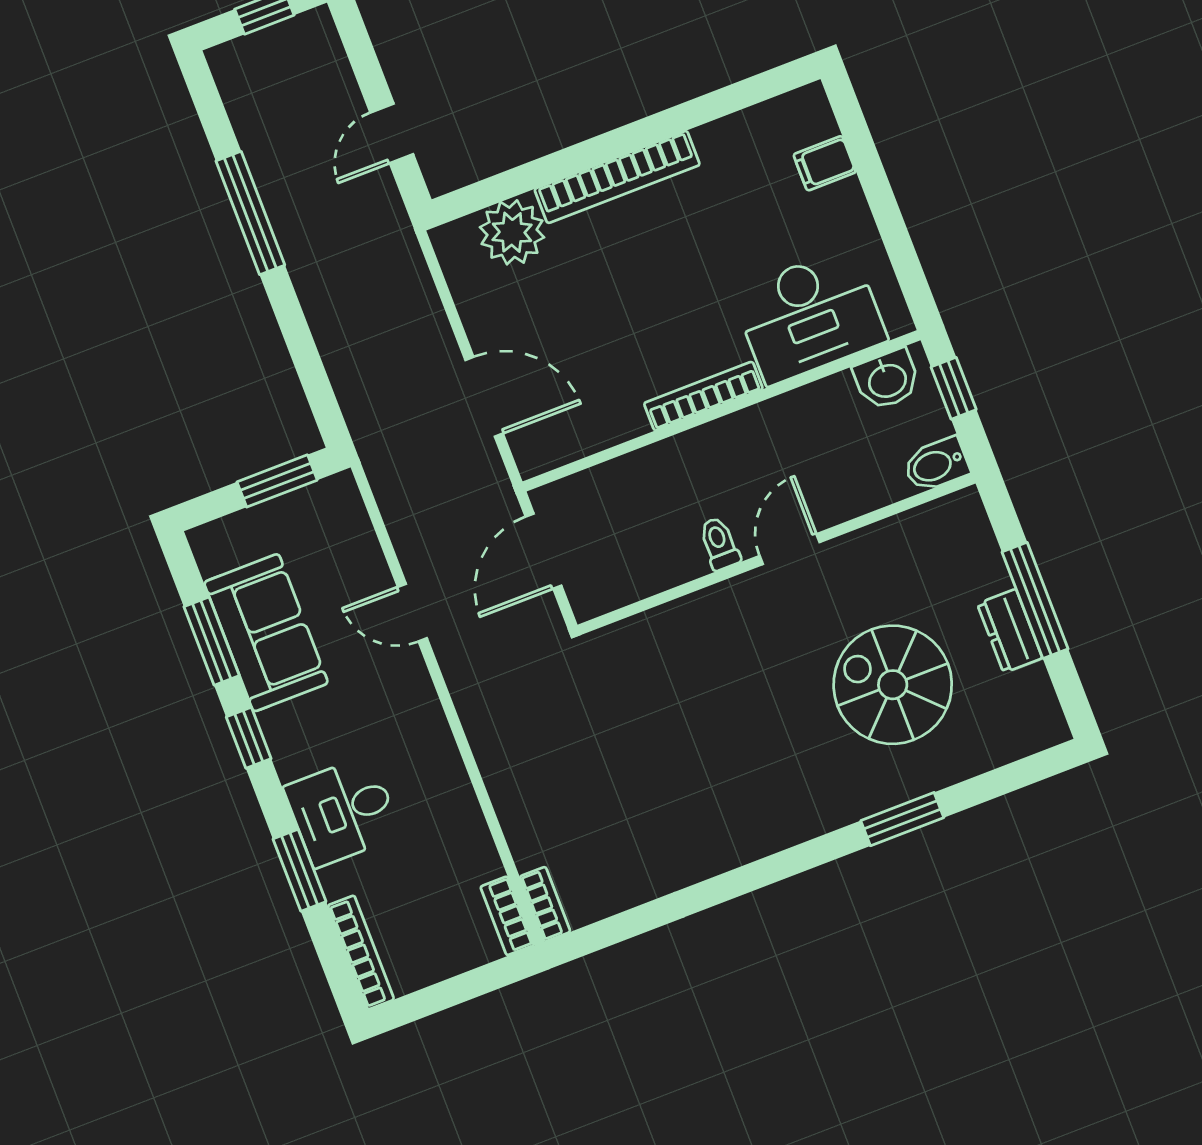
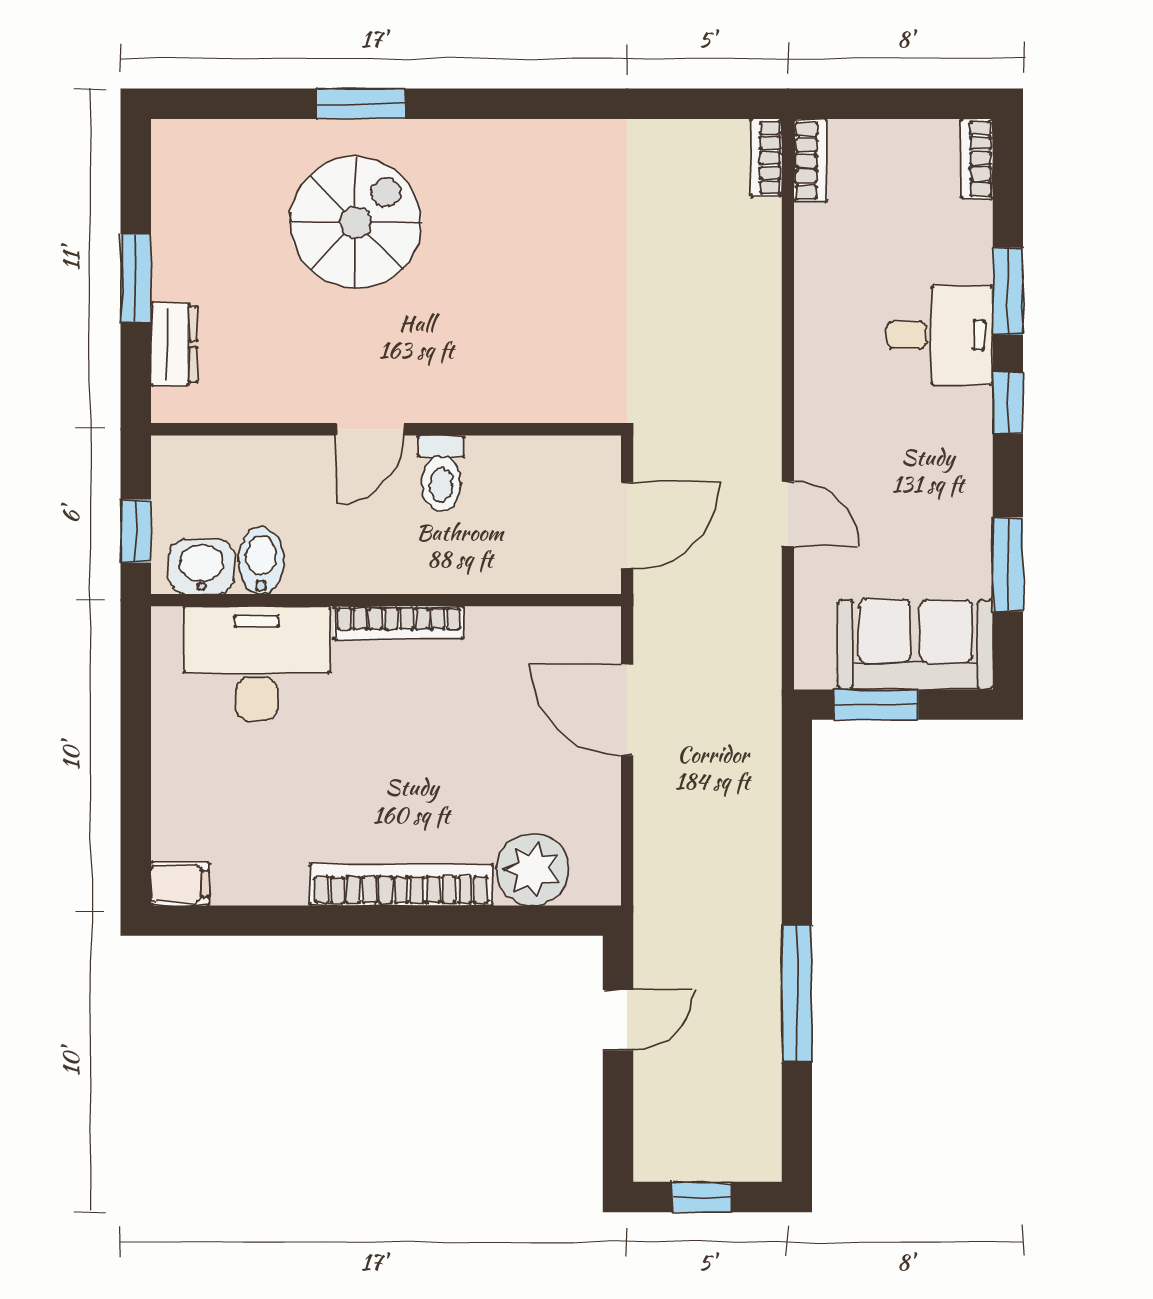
filing cabinet: (825, 163) -> (180, 884), moved
bidet: (936, 465) -> (261, 561), moved, turned -90
toilet: (719, 544) -> (441, 474), width x1.37, depth x1.39
window: (1035, 600) -> (136, 278), width x0.69
dresser: (1010, 631) -> (174, 344), moved
sofa: (266, 633) -> (915, 645), moved, turned 90
spiral stairs: (893, 685) -> (356, 222), moved, turned -90
window: (249, 738) -> (1008, 403), moved
bookcase: (361, 952) -> (977, 159), width x0.64

